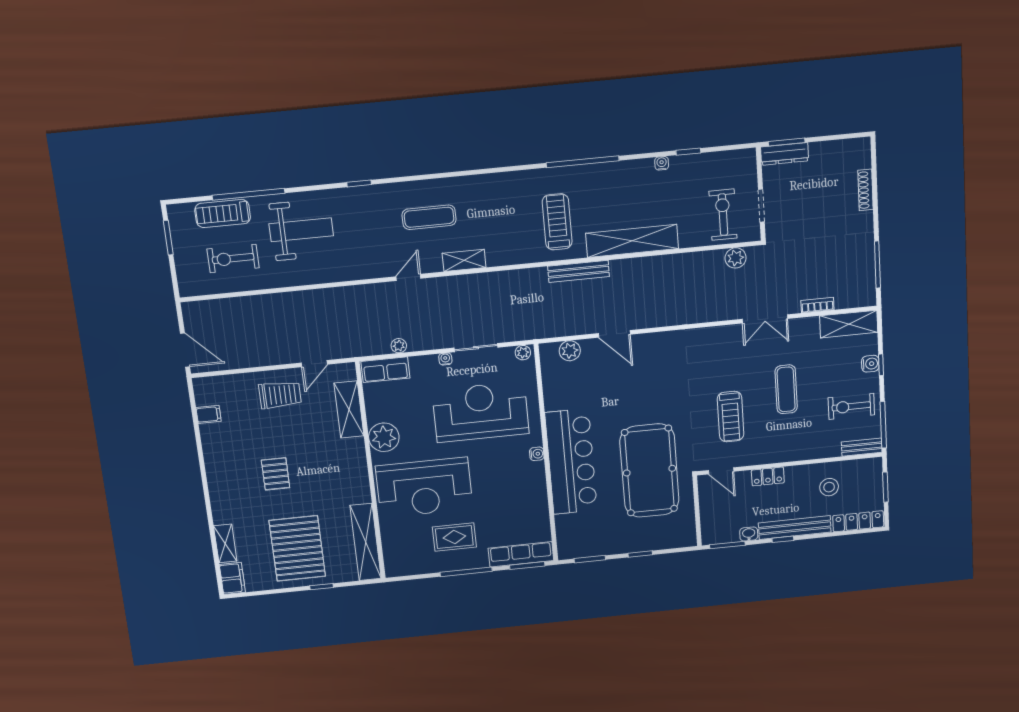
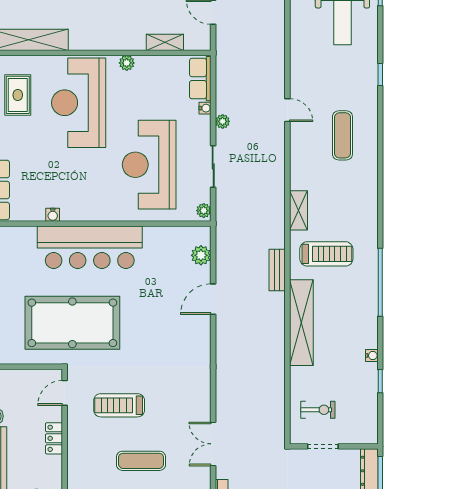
exercise bike: (723, 215) -> (318, 410), width x0.73, depth x0.72
plant: (736, 258) -> (275, 419), removed
shelving: (464, 260) -> (299, 210), moved
bench: (579, 271) -> (277, 270), width x0.73
plant: (399, 346) -> (223, 121), moved
water cooler: (445, 359) -> (205, 108), moved
shelving: (349, 409) -> (165, 42), width x0.67, depth x0.75
reception desk: (481, 412) -> (149, 165), turned 180
plant: (384, 437) -> (127, 63), width x0.53, depth x0.53
water cooler: (537, 454) -> (53, 215), moved
rug: (454, 537) -> (18, 95), moved

